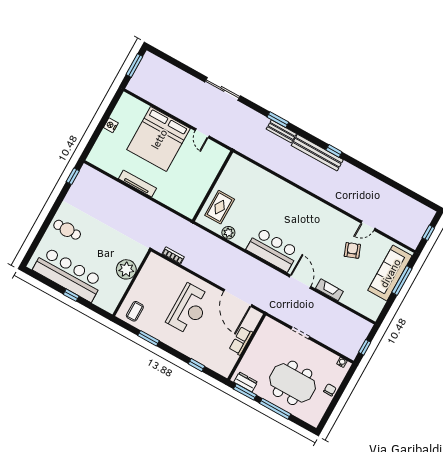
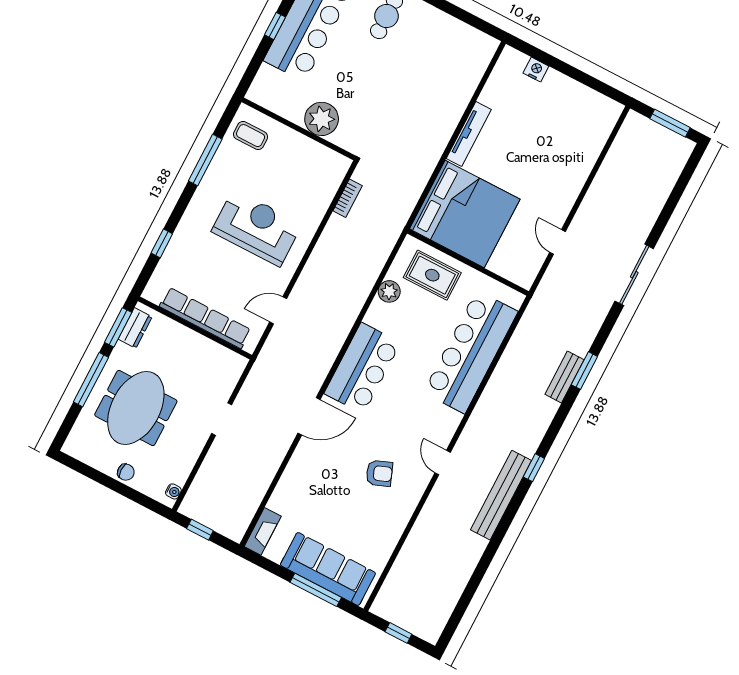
nightstand: (111, 125) -> (536, 70), moved
door: (202, 133) -> (557, 242), hinge flipped
bed: (159, 139) -> (465, 214), moved, turned 180
bench: (317, 153) -> (501, 495), moved
window: (73, 176) -> (478, 23), removed
bar counter: (265, 186) -> (471, 352), added
door: (368, 226) -> (443, 463), moved
armchair: (352, 250) -> (379, 473), moved
fireplace: (329, 290) -> (263, 531), moved
door: (238, 298) -> (278, 310), width x0.53
reception desk: (189, 309) -> (257, 228), turned 180
window: (148, 338) -> (205, 160), width x1.44
row of seats: (241, 341) -> (205, 318), width x2.02

